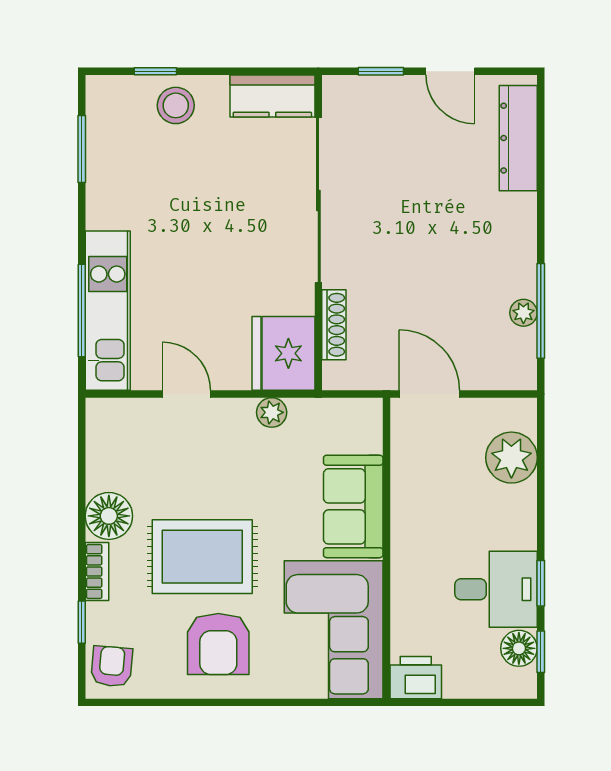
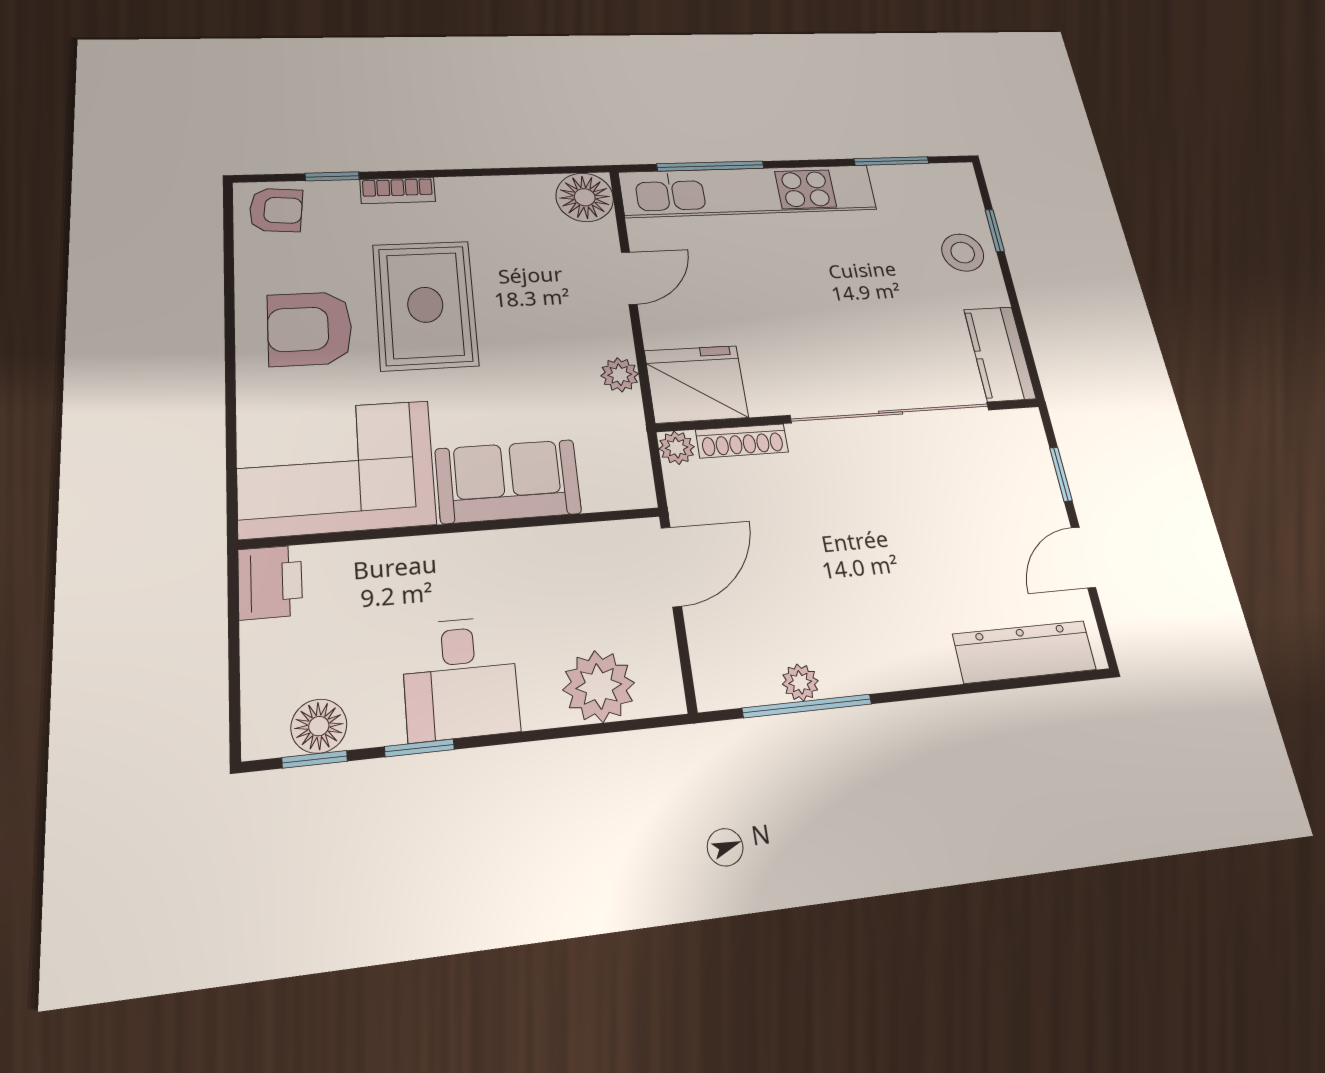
kitchen unit: (108, 311) -> (749, 191), width x1.36
plant: (336, 377) -> (677, 448), added
floor lamp: (109, 516) -> (585, 197), moved
desk: (496, 589) -> (460, 678), moved

